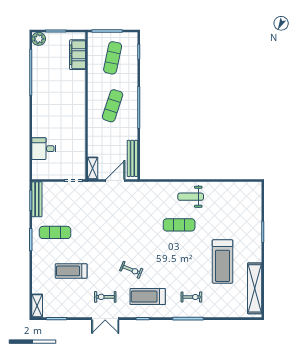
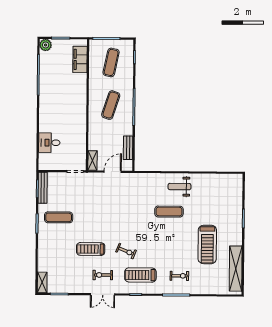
bench: (132, 158) -> (128, 148), width x0.73
treadmill: (71, 271) -> (91, 249), moved

